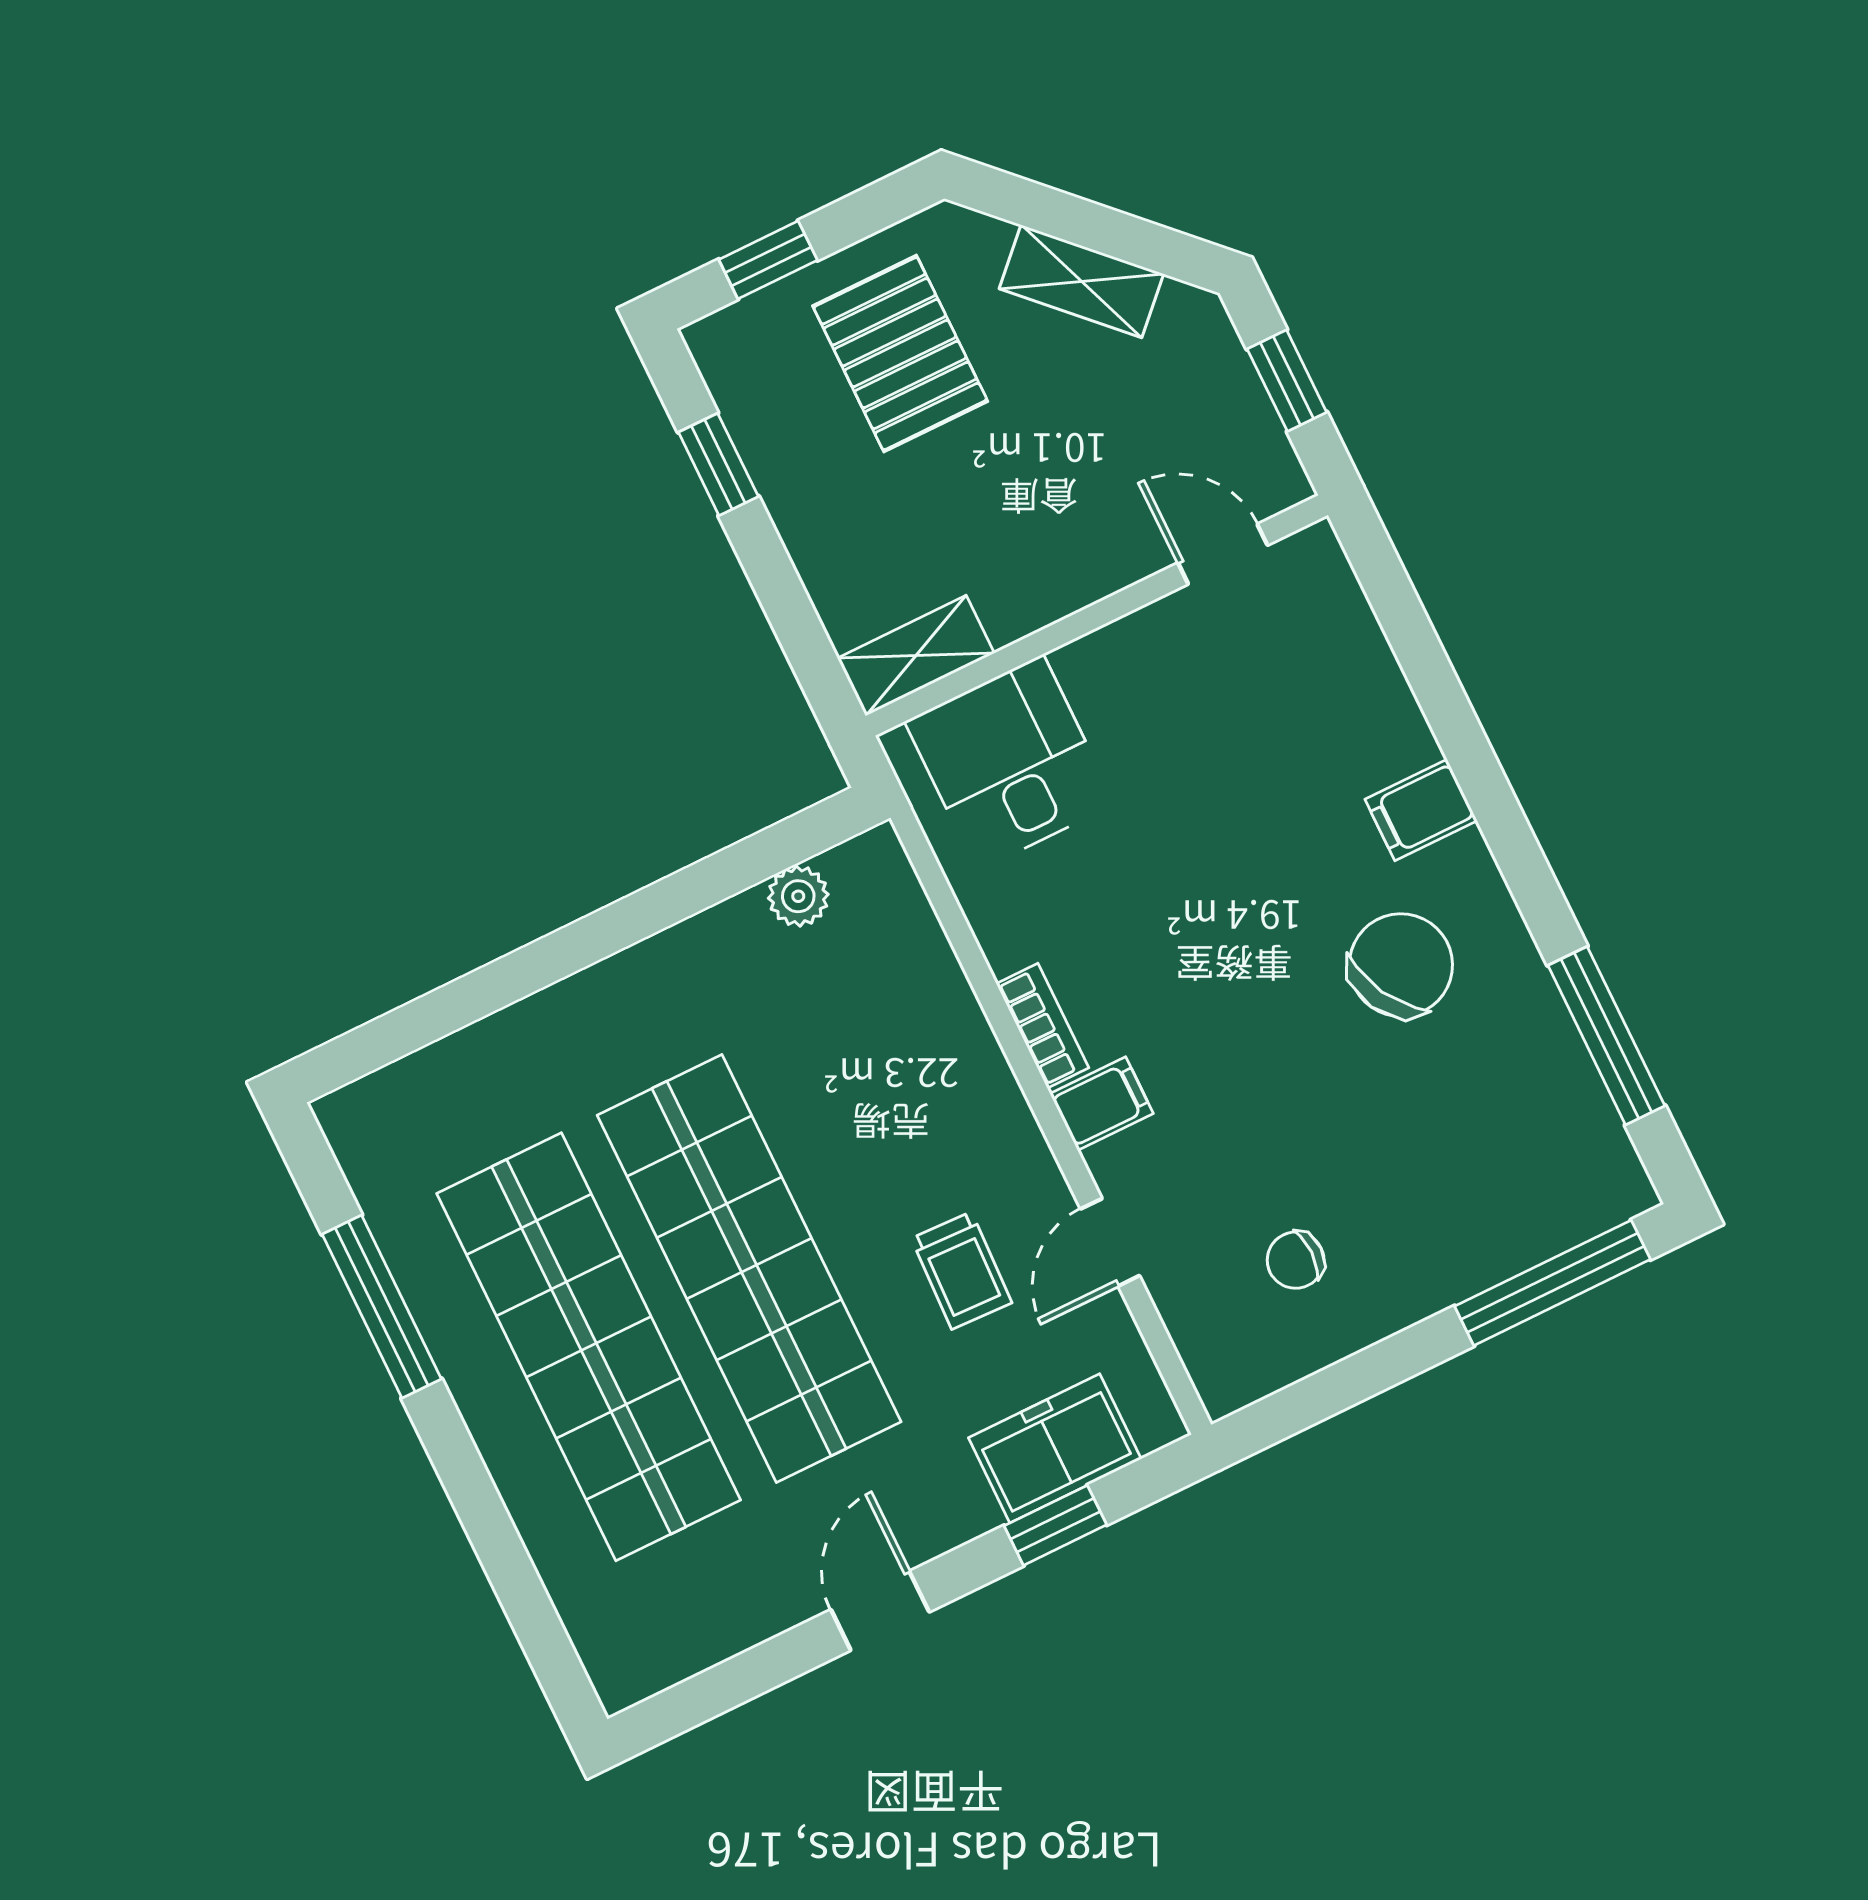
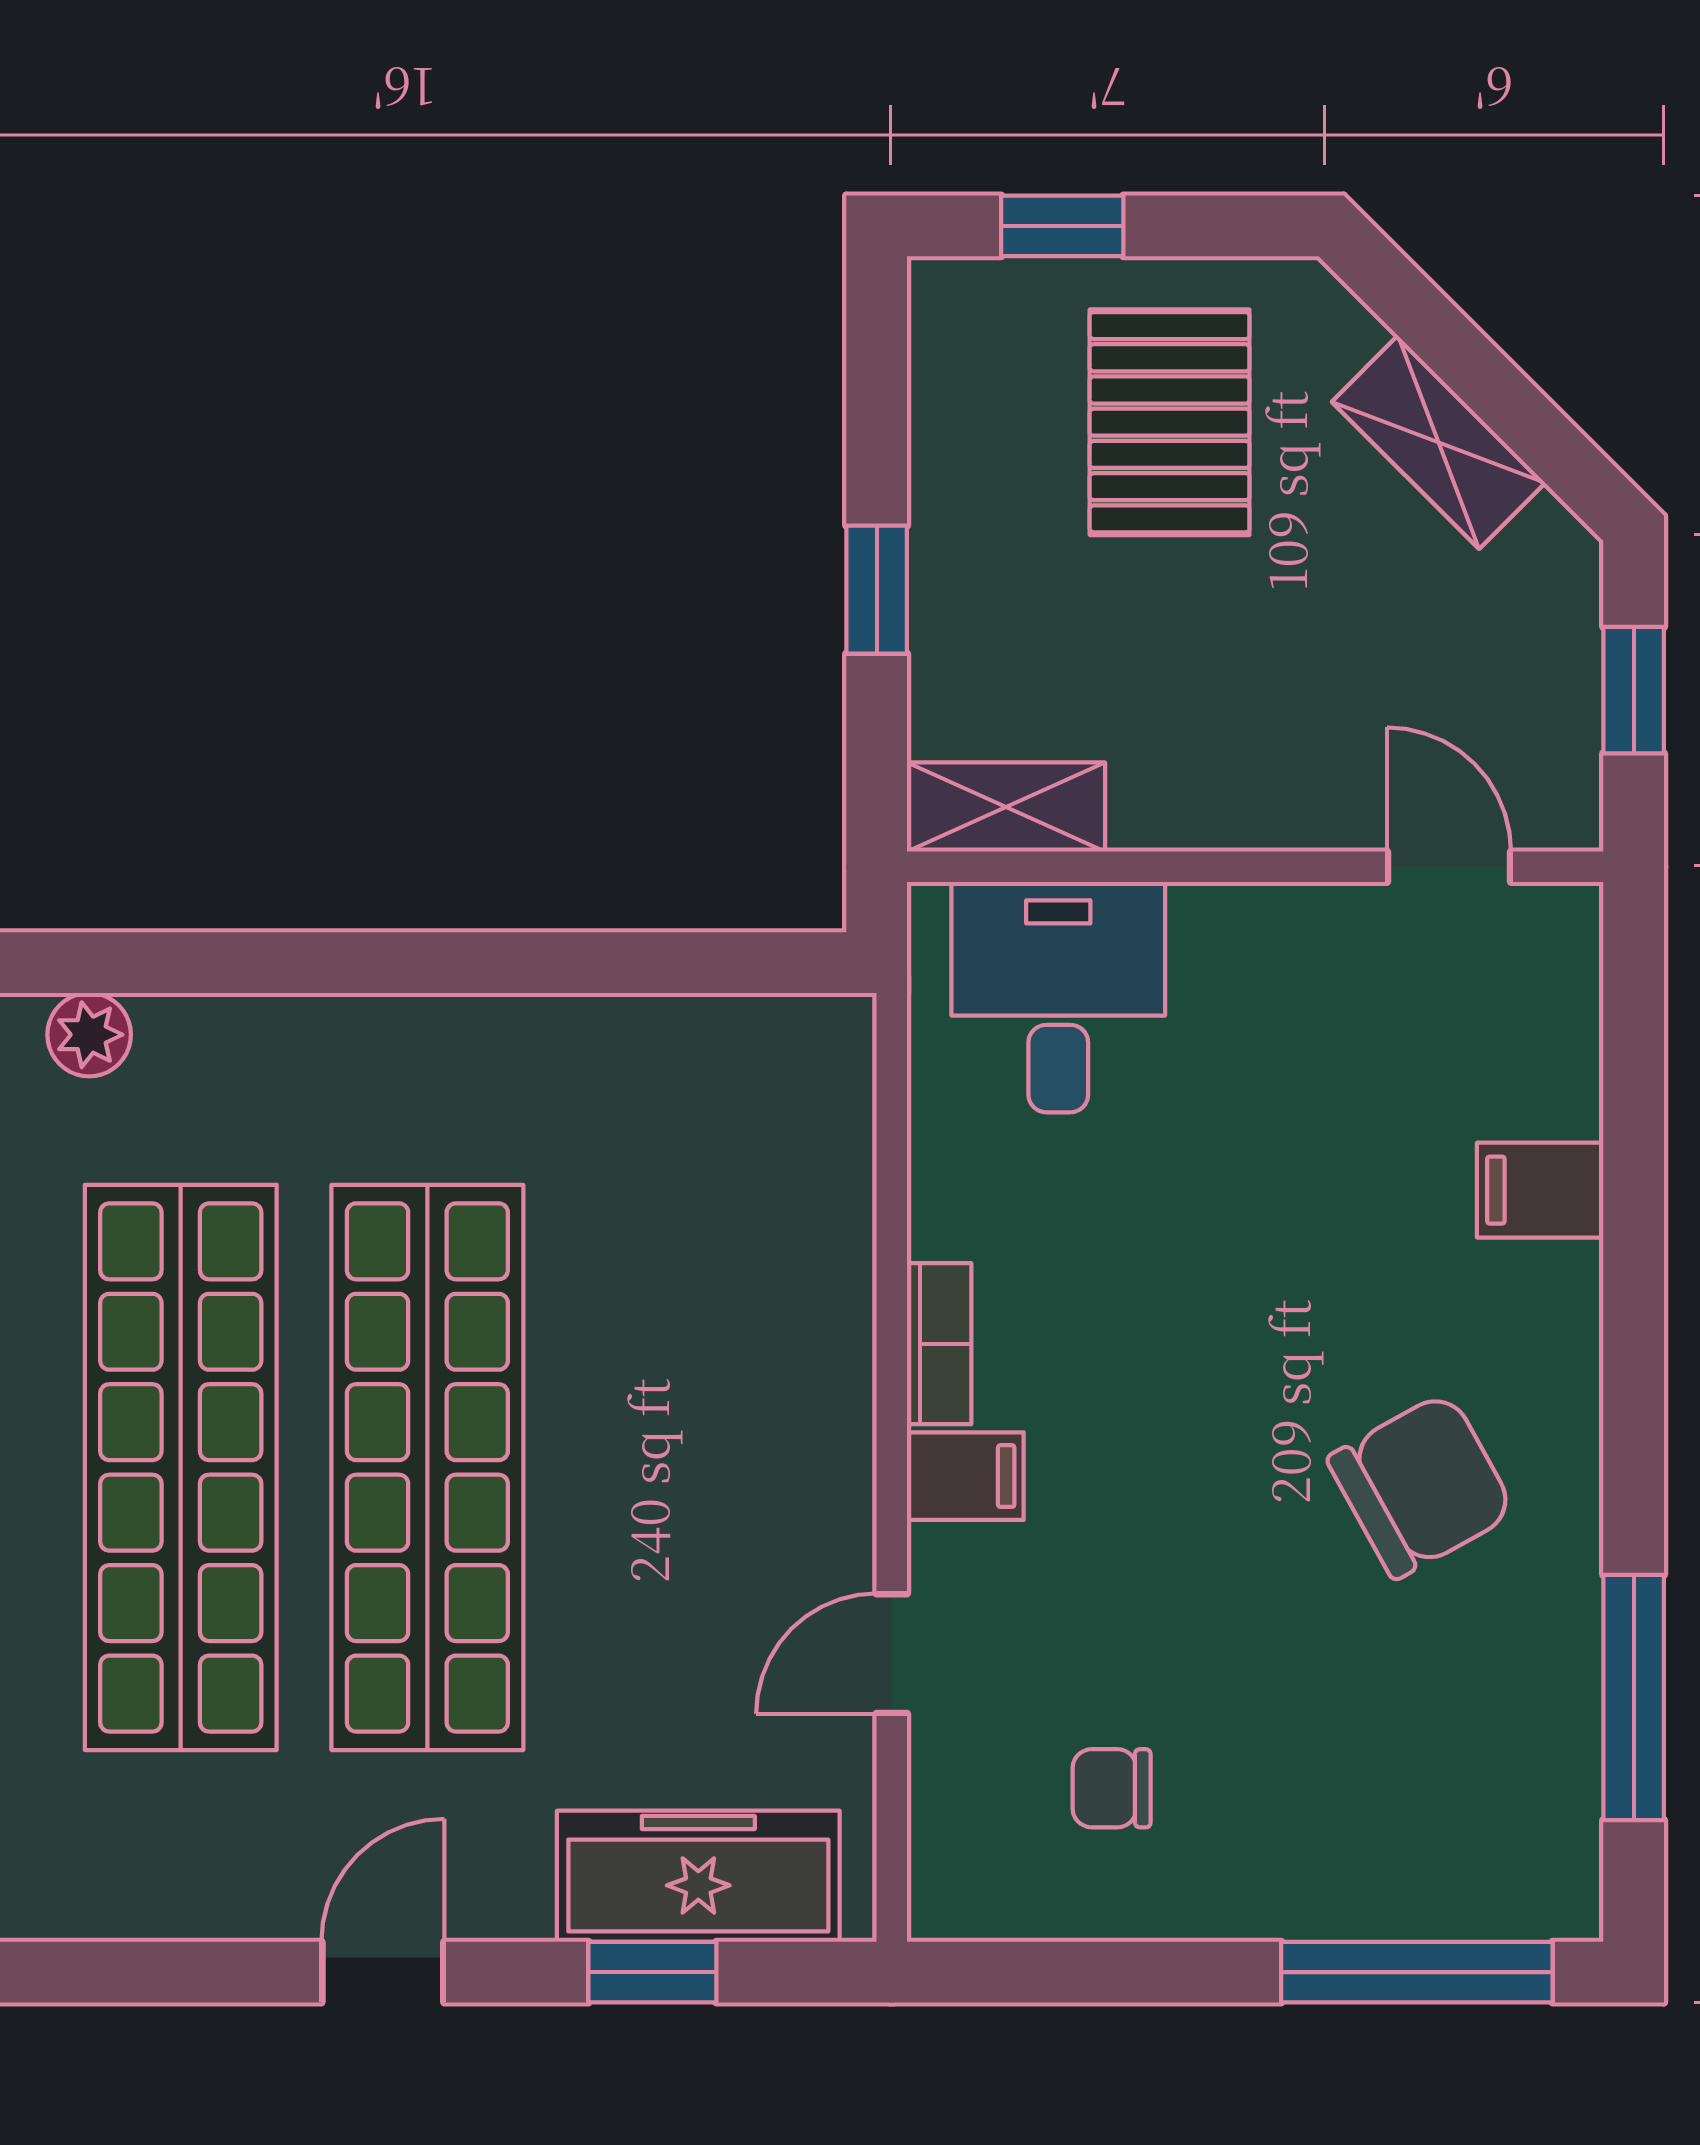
window: (718, 464) -> (877, 590), moved
filing cabinet: (1421, 810) -> (1540, 1190), moved
plant: (798, 896) -> (89, 1035), moved
trolley: (961, 1271) -> (690, 1599), removed
freezer: (1055, 1448) -> (698, 1876), width x1.40

